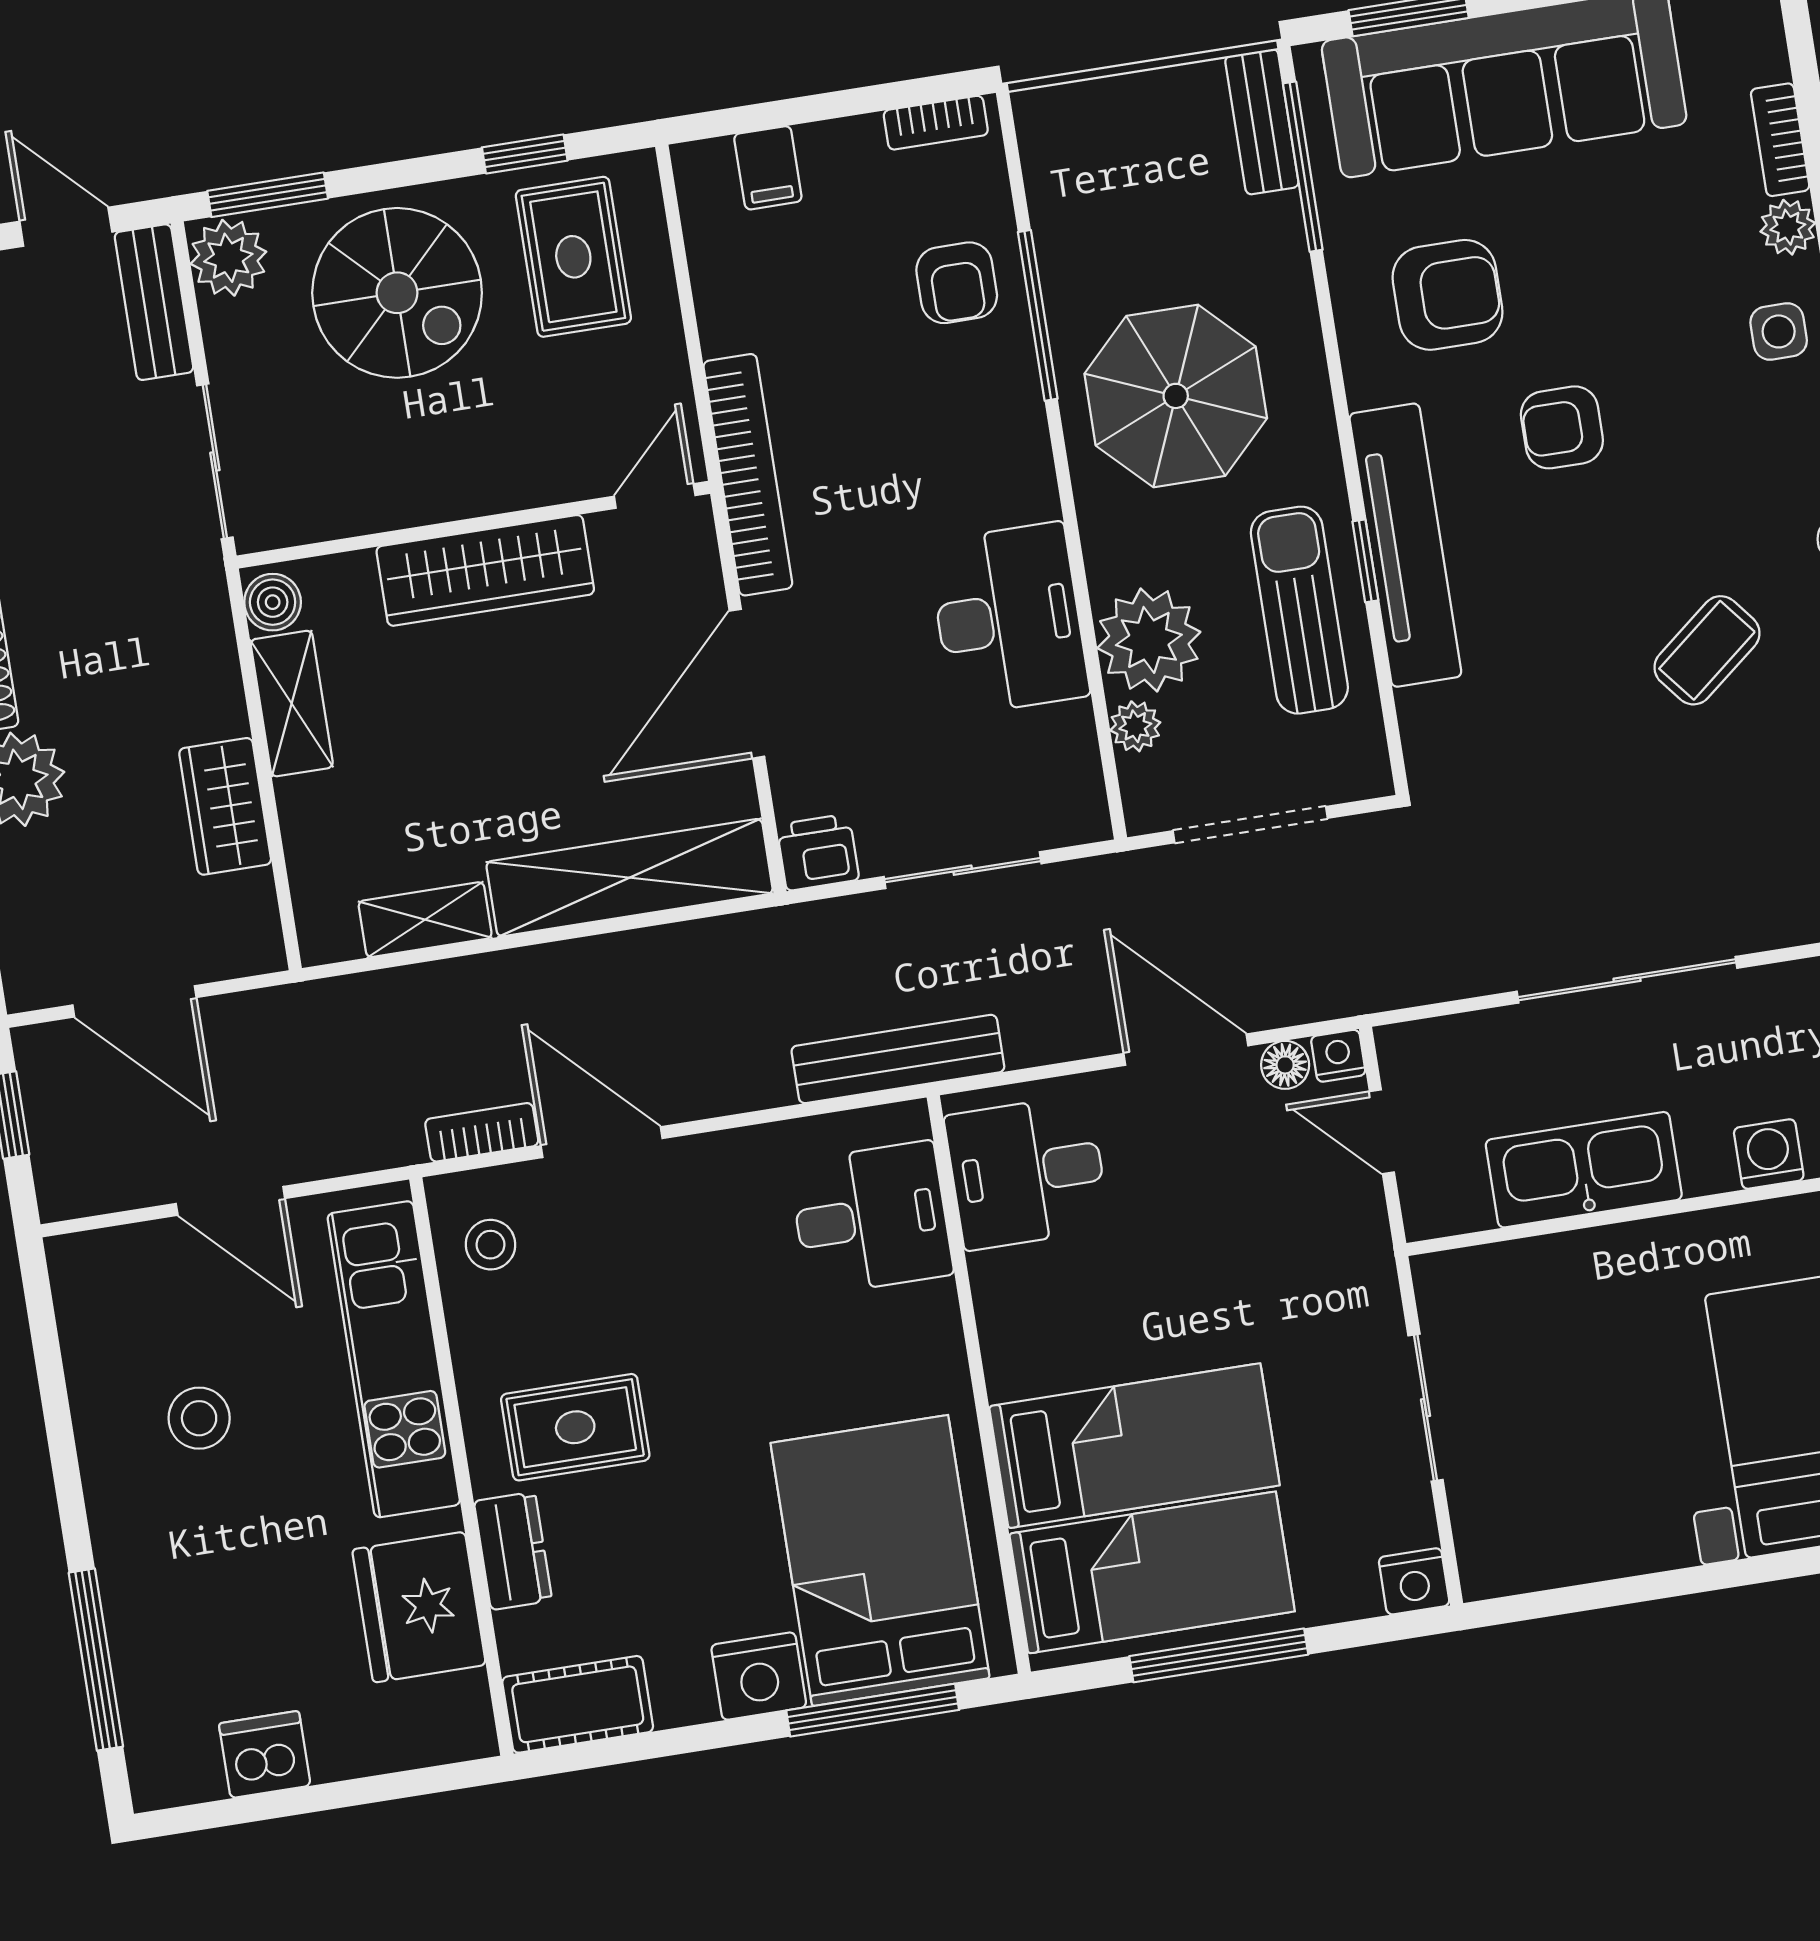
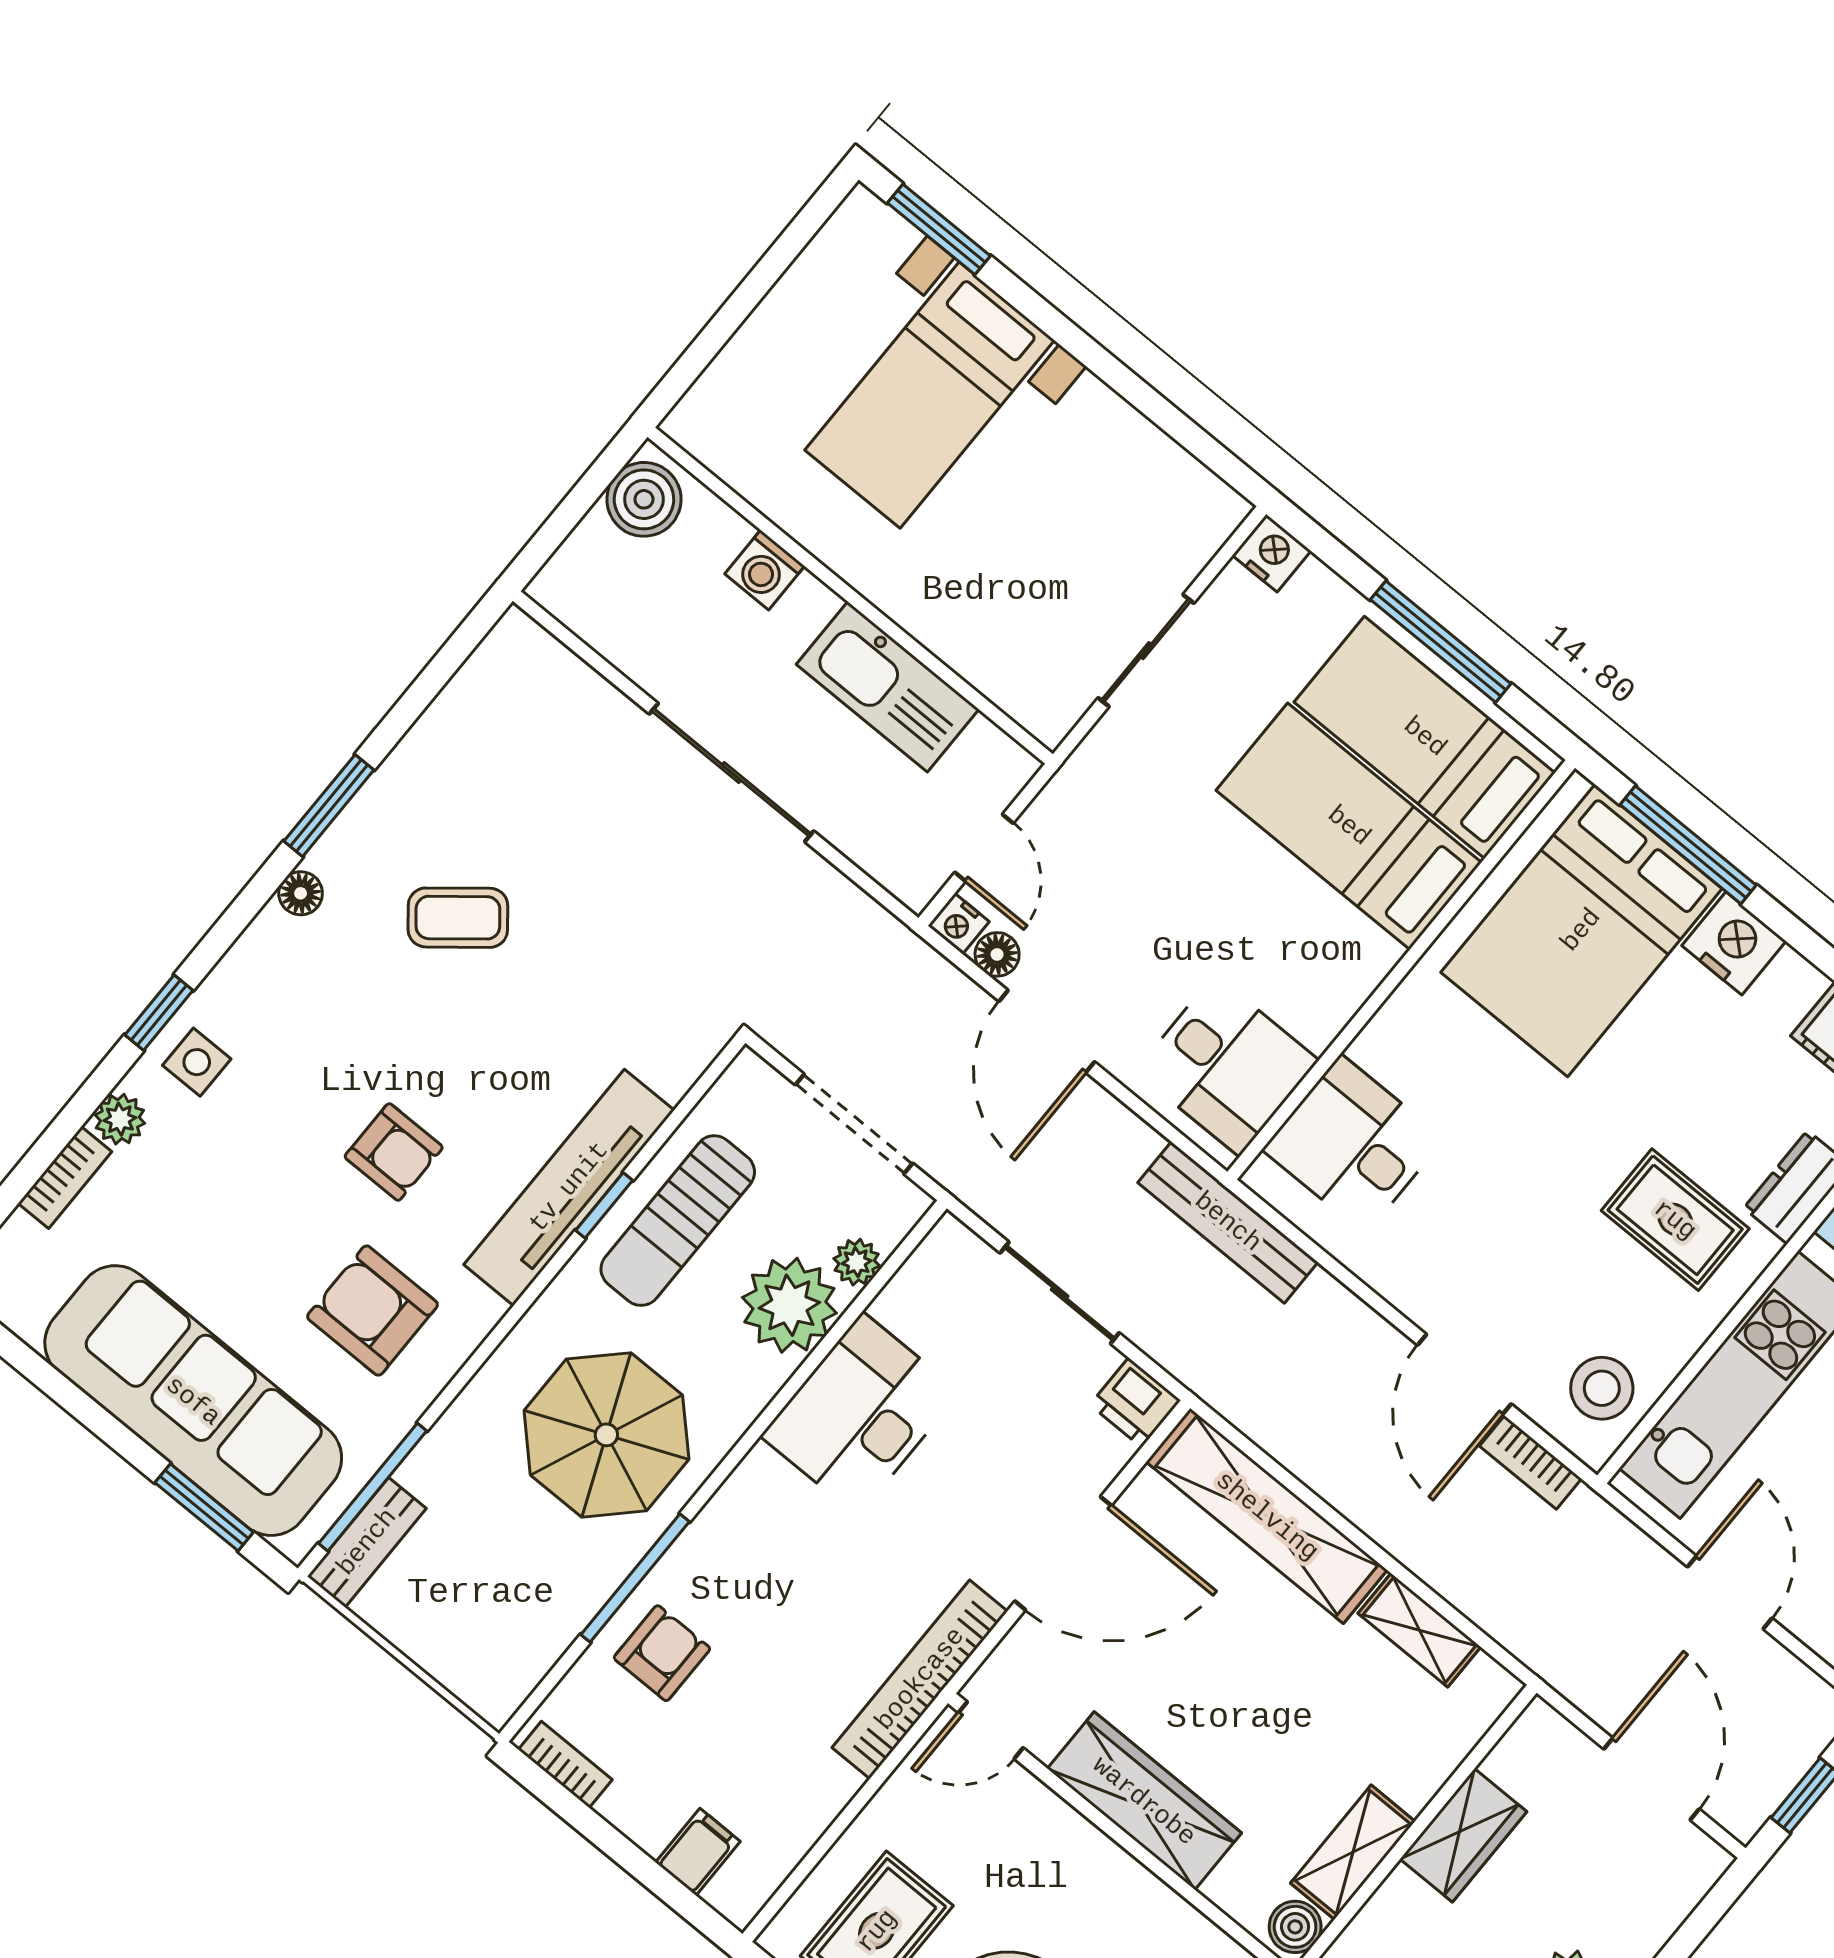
stool: (491, 1245) -> (1602, 1388), width x1.37, depth x1.37

